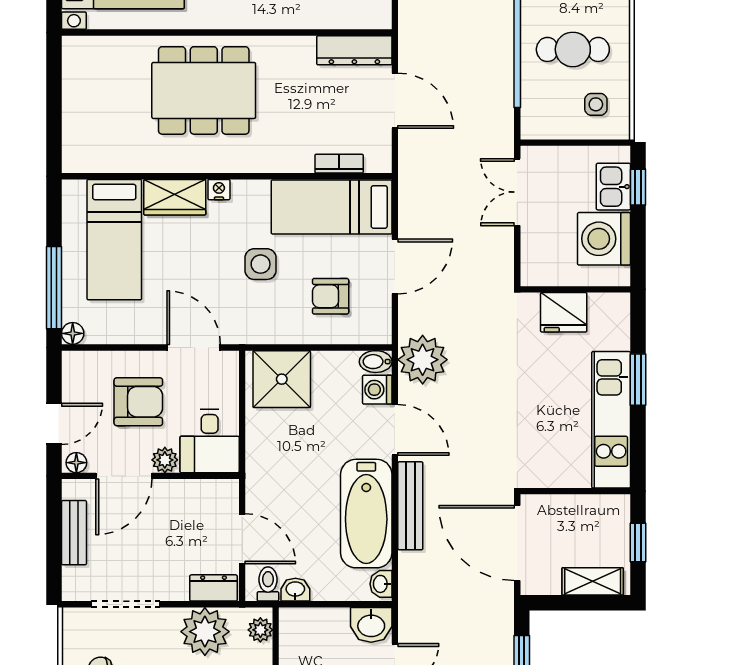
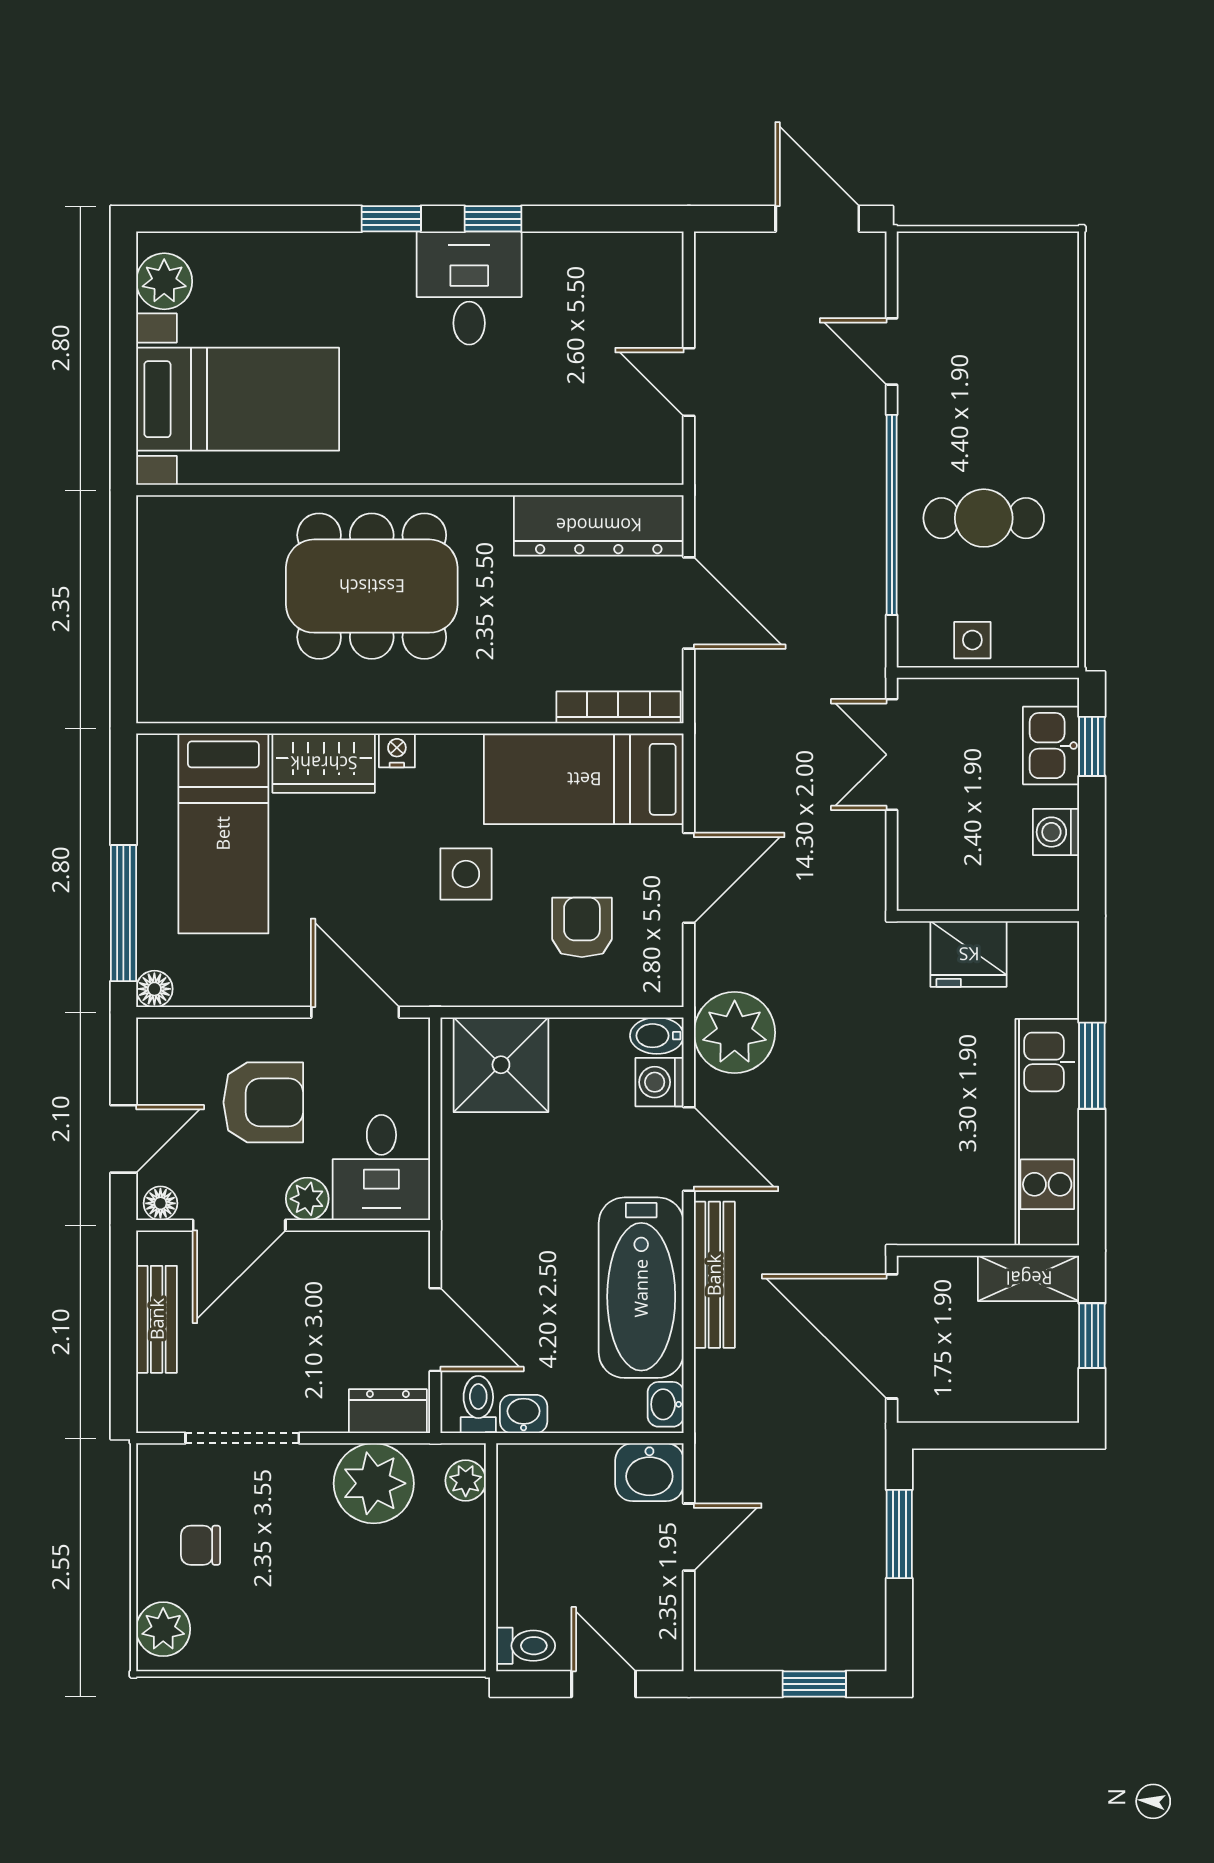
dresser: (354, 50) -> (599, 525), width x1.37, depth x1.24
side table: (596, 104) -> (972, 640), moved
bookcase: (339, 164) -> (618, 707), width x1.56
washing machine: (604, 239) -> (1056, 832), width x0.53, depth x0.53
armchair: (331, 296) -> (582, 927), turned 90
shelving: (593, 581) -> (1029, 1278), moved

